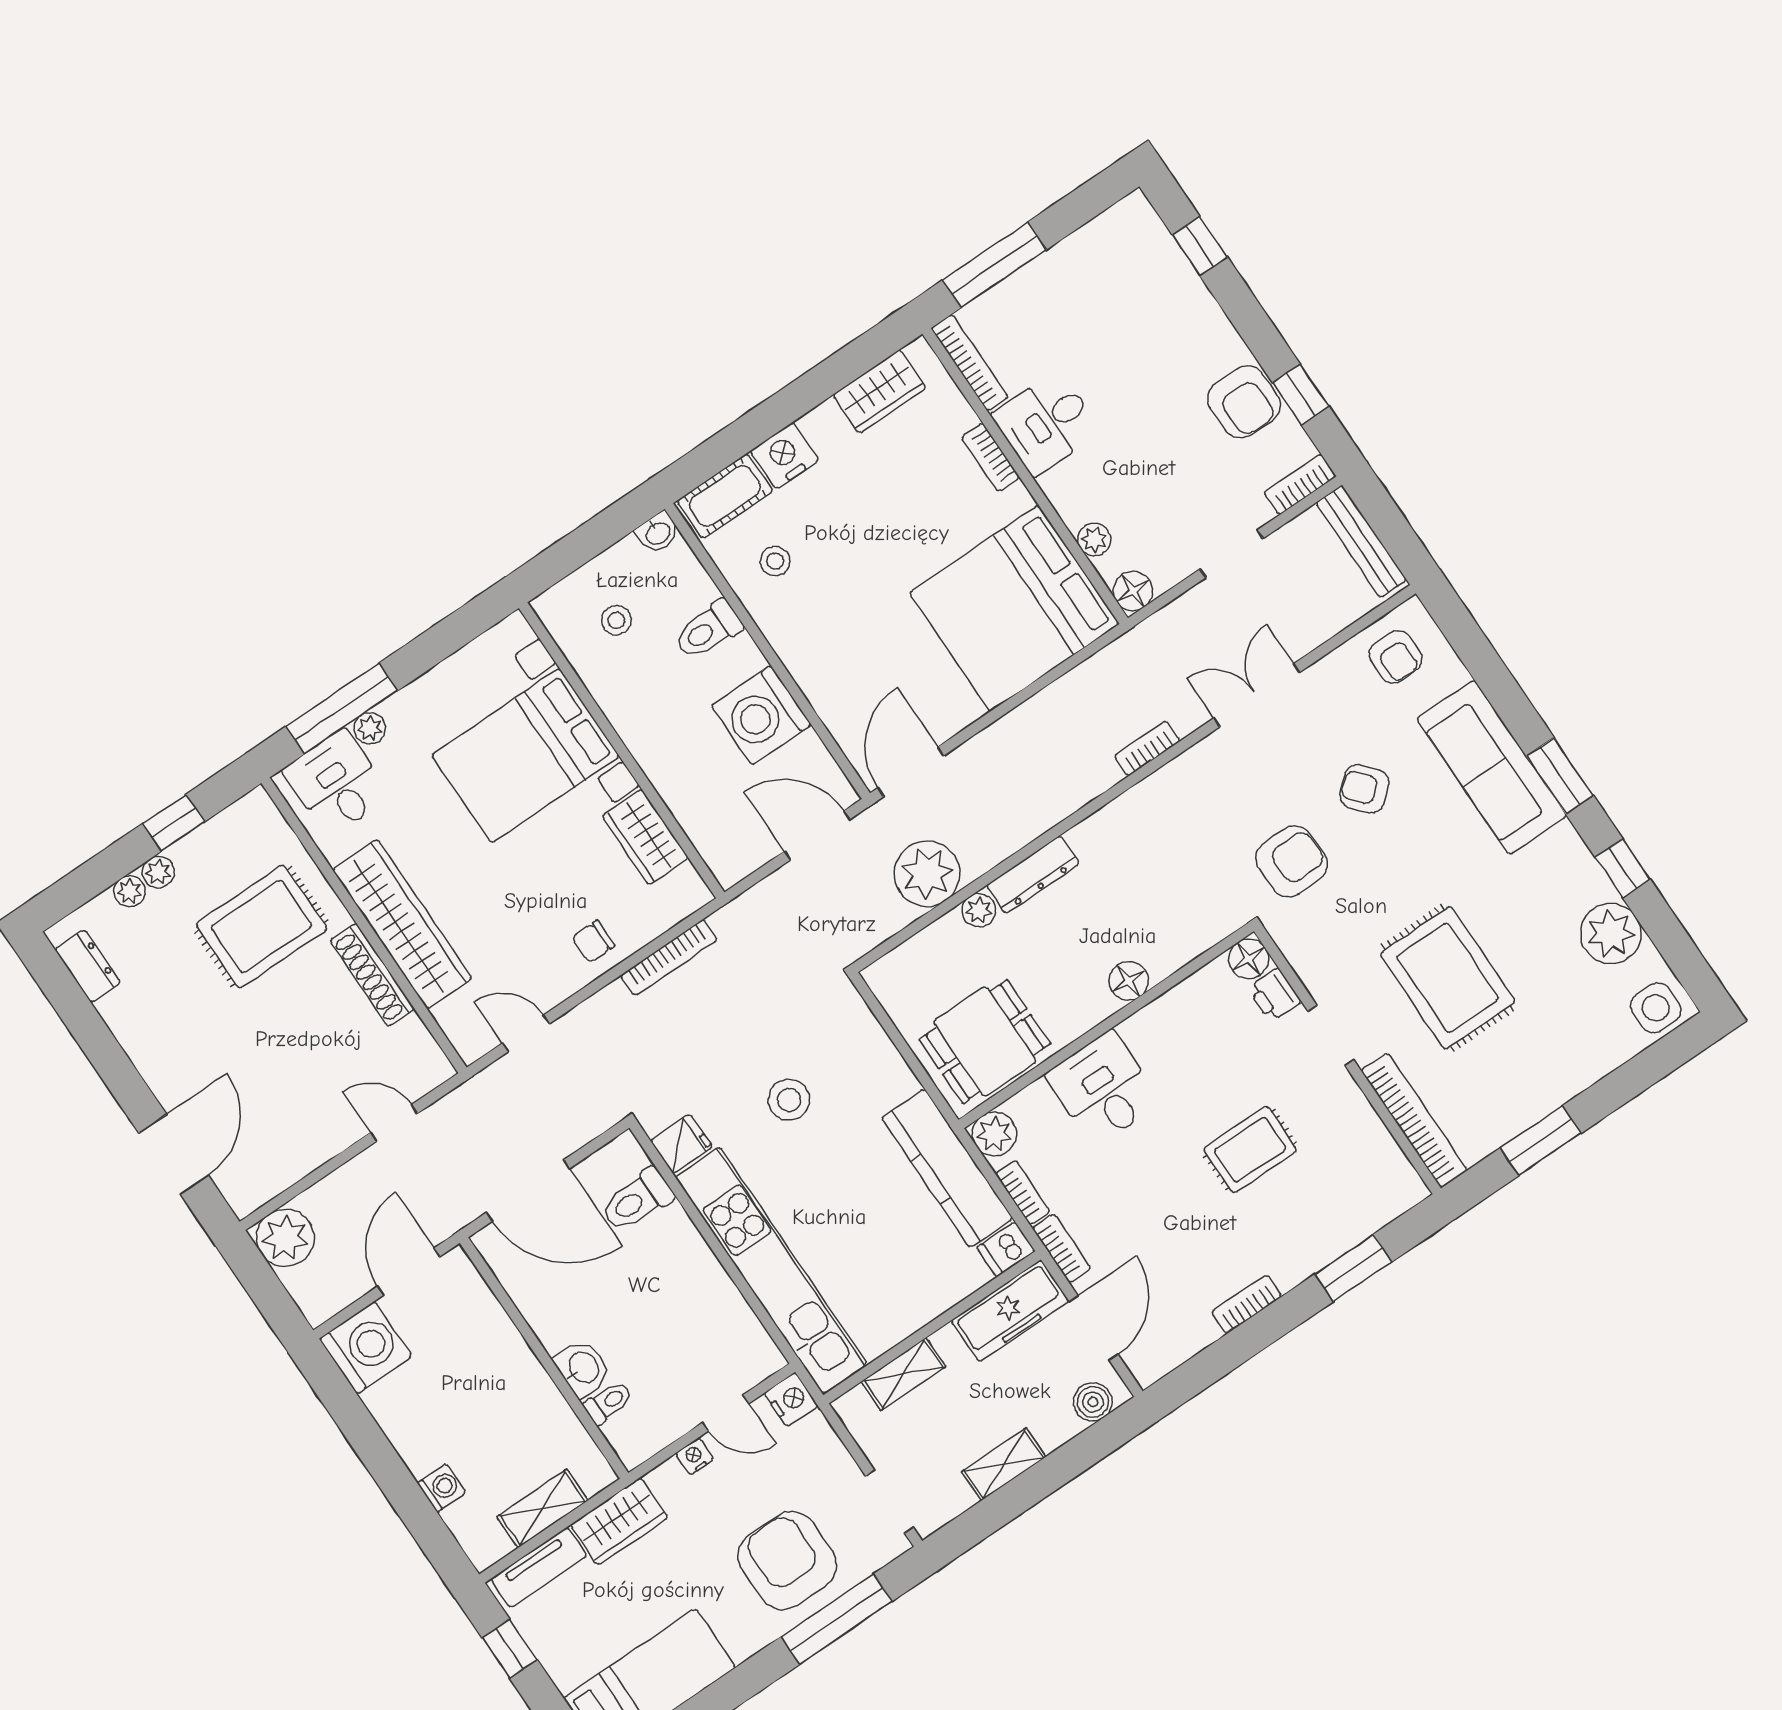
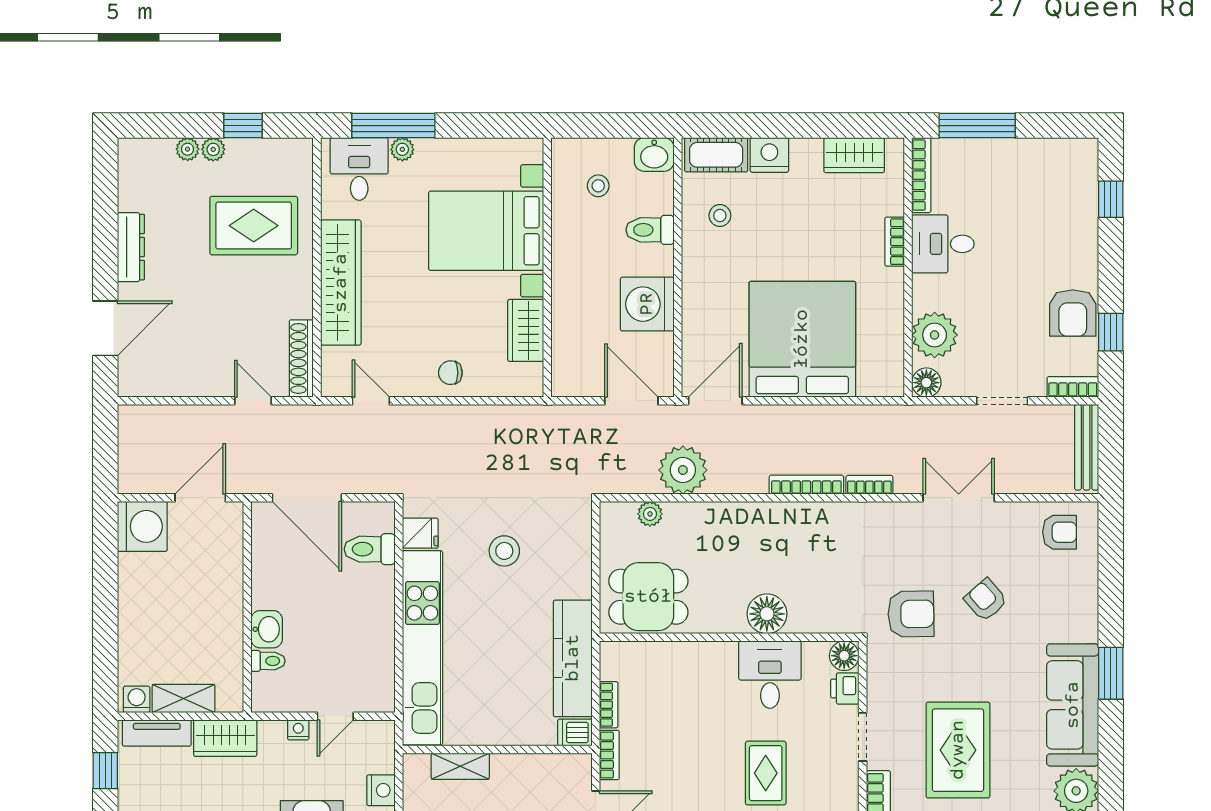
washbasin: (658, 533) -> (654, 154), width x1.38, depth x1.45
plant: (1094, 540) -> (935, 335), width x1.88, depth x1.88
bed: (1014, 608) -> (802, 339), moved, turned 90
armchair: (1396, 657) -> (1060, 532), turned -90
sofa: (1492, 767) -> (1073, 705), moved
window: (1623, 868) -> (1111, 756), removed
dresser: (1033, 874) -> (747, 515), removed
plant: (979, 910) -> (650, 514), moved
bookcase: (669, 958) -> (806, 485), moved, turned 180
dresser: (88, 966) -> (131, 247), moved, width x1.44
shoe rack: (372, 975) -> (301, 358), moved
floor lamp: (1129, 981) -> (767, 614), width x1.38, depth x1.38
desk: (1103, 1088) -> (770, 675), moved
plant: (994, 1134) -> (616, 657), removed
rug: (1250, 1150) -> (766, 773), turned 90
plant: (285, 1238) -> (139, 426), removed
freezer: (1010, 1311) -> (552, 772), removed
nightstand: (791, 1400) -> (381, 790), moved
door: (726, 1413) -> (335, 716), hinge flipped
washing machine: (442, 1488) -> (137, 699), moved, turned -90

